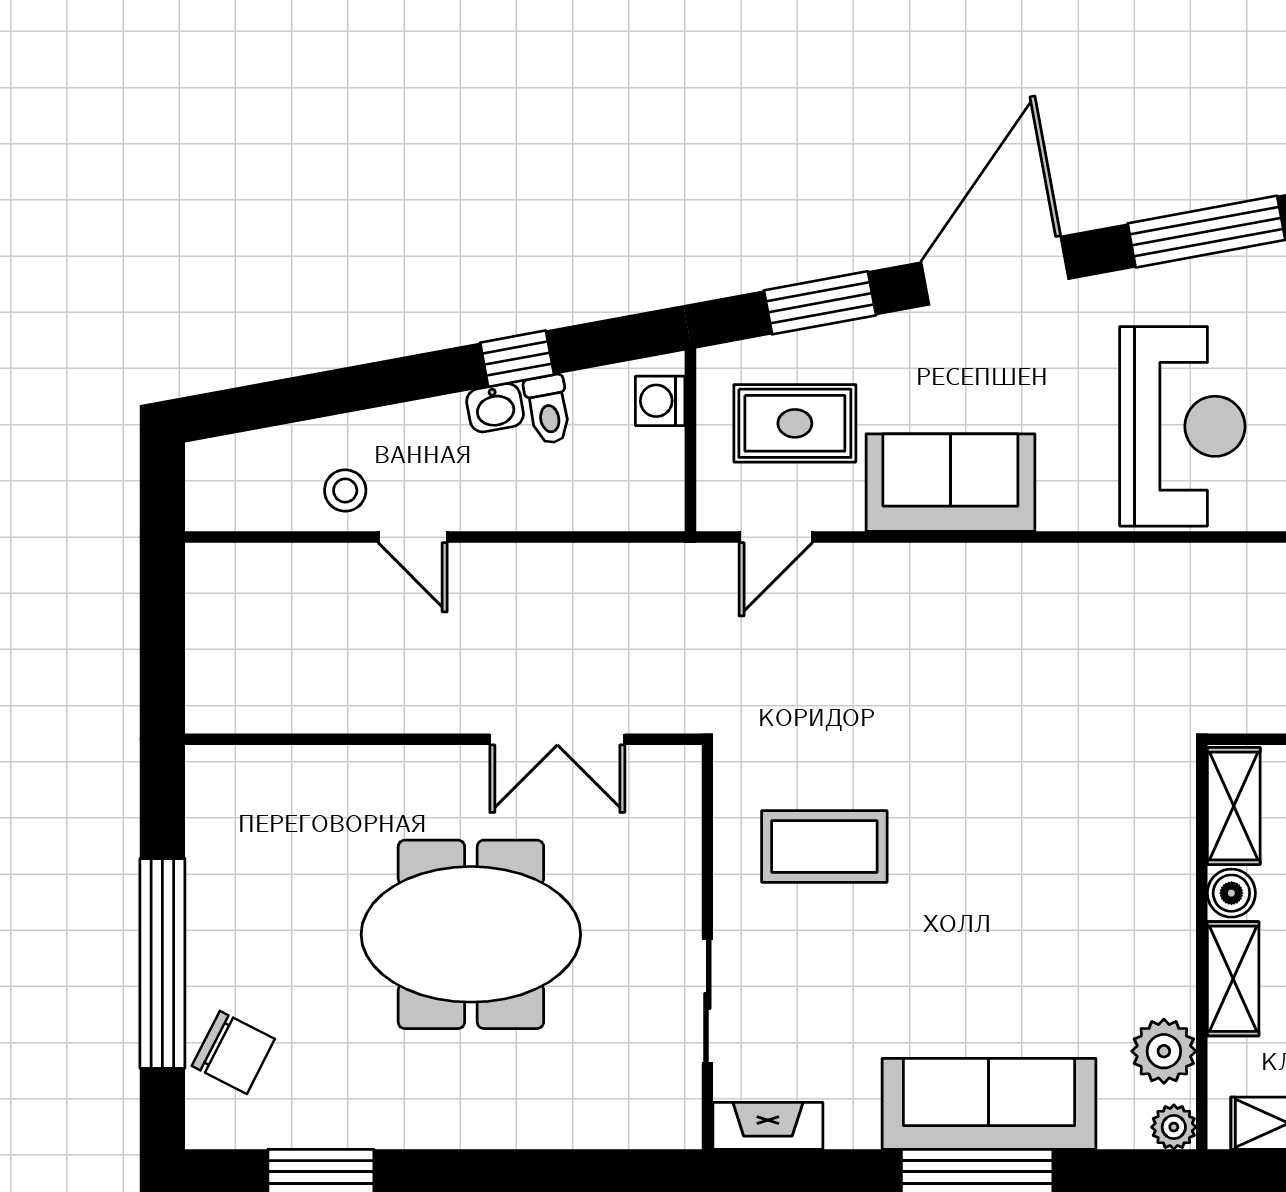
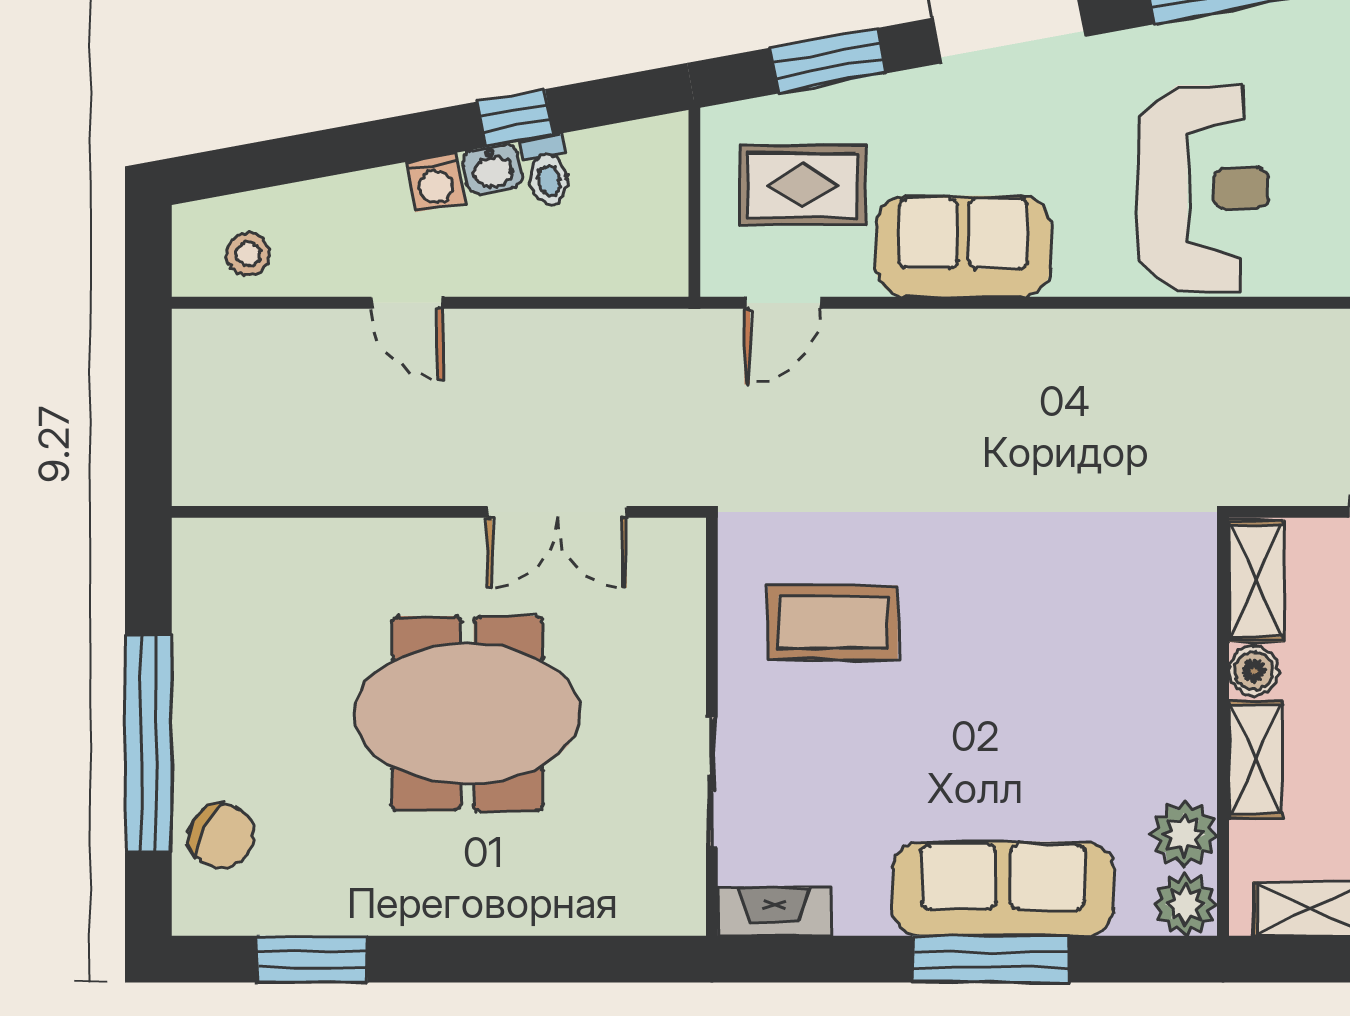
washing machine: (660, 401) -> (436, 183), moved, turned -100
stool: (345, 491) -> (248, 254), moved
plant: (1174, 1127) -> (1185, 904), width x1.38, depth x1.38

